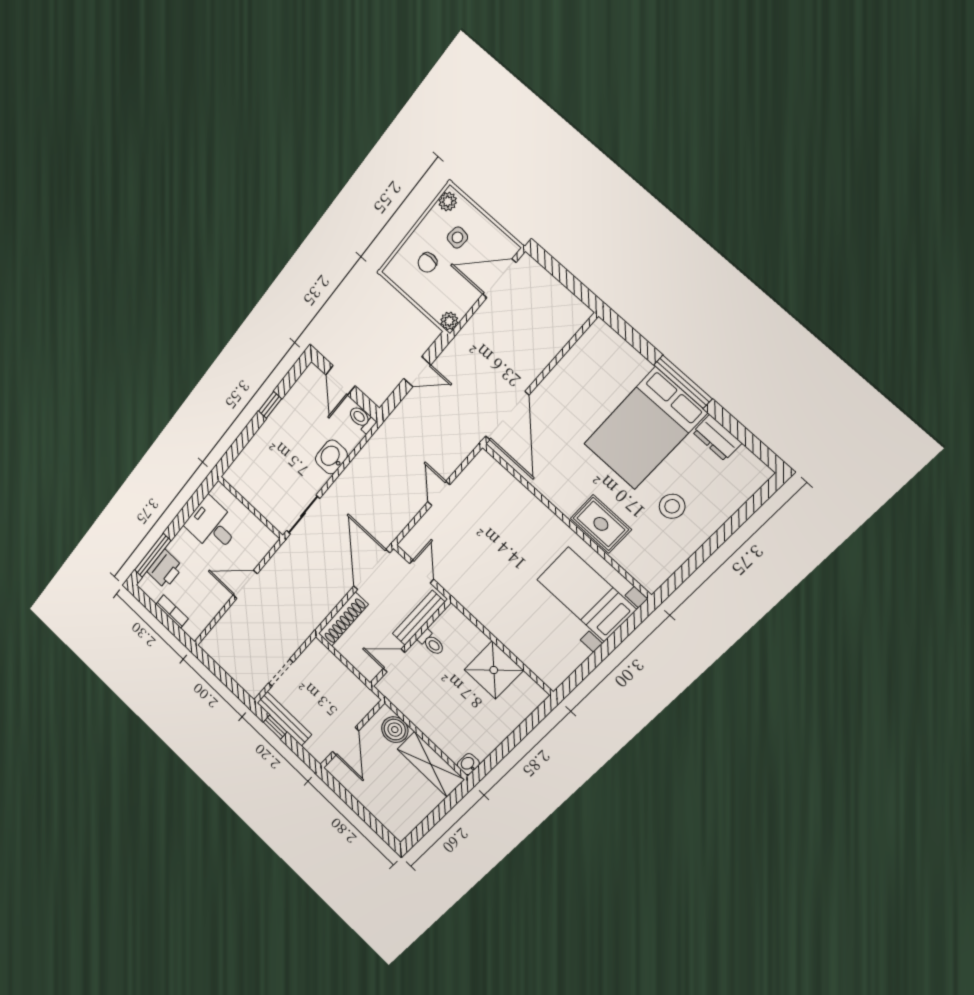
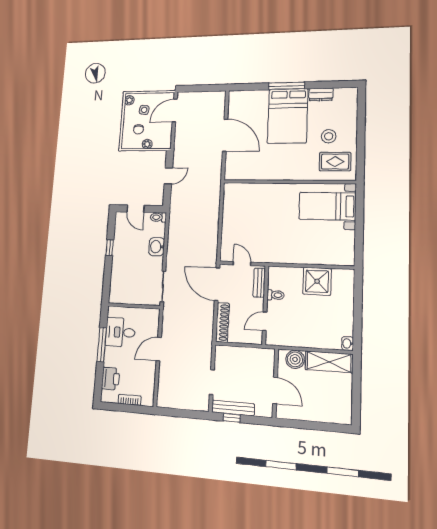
plant: (449, 321) -> (147, 144), moved
door: (507, 416) -> (225, 135), moved
door: (439, 493) -> (221, 220), removed
rug: (601, 524) -> (335, 162), moved
window: (153, 555) -> (102, 345), moved
bench: (419, 618) -> (259, 283), width x0.73

